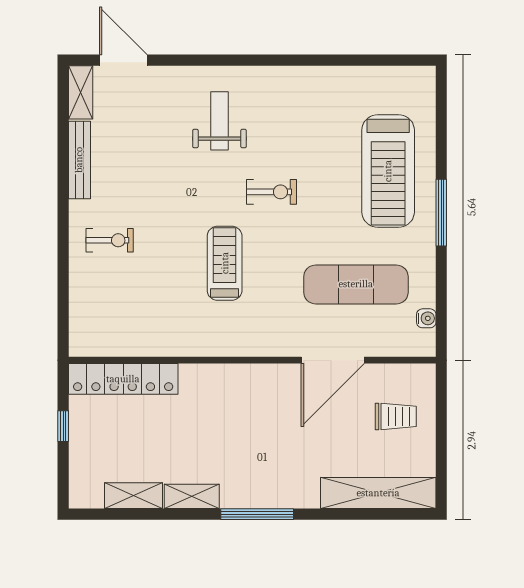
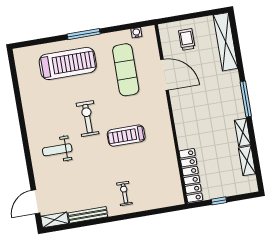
exercise bike: (272, 192) -> (87, 119), width x1.38, depth x1.39

